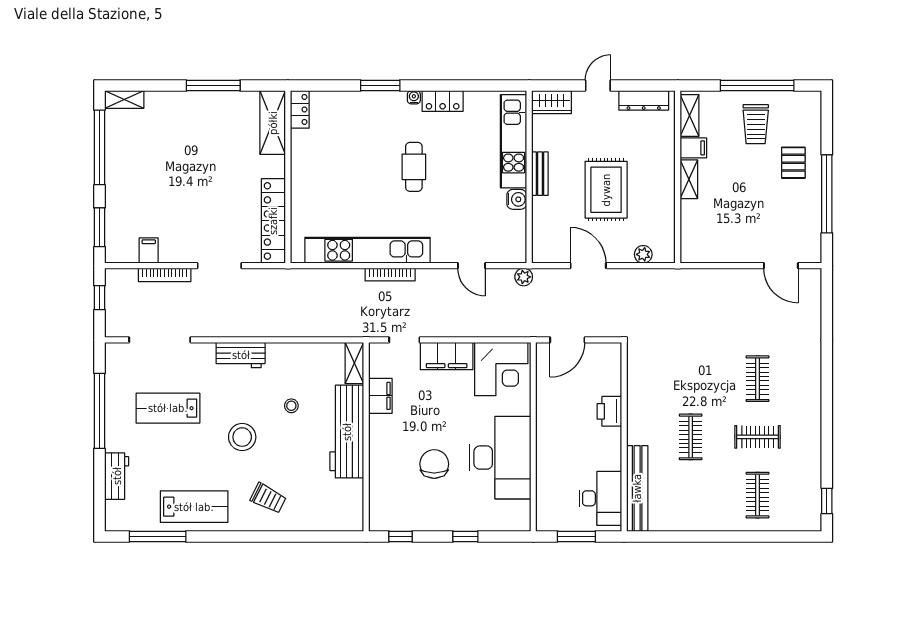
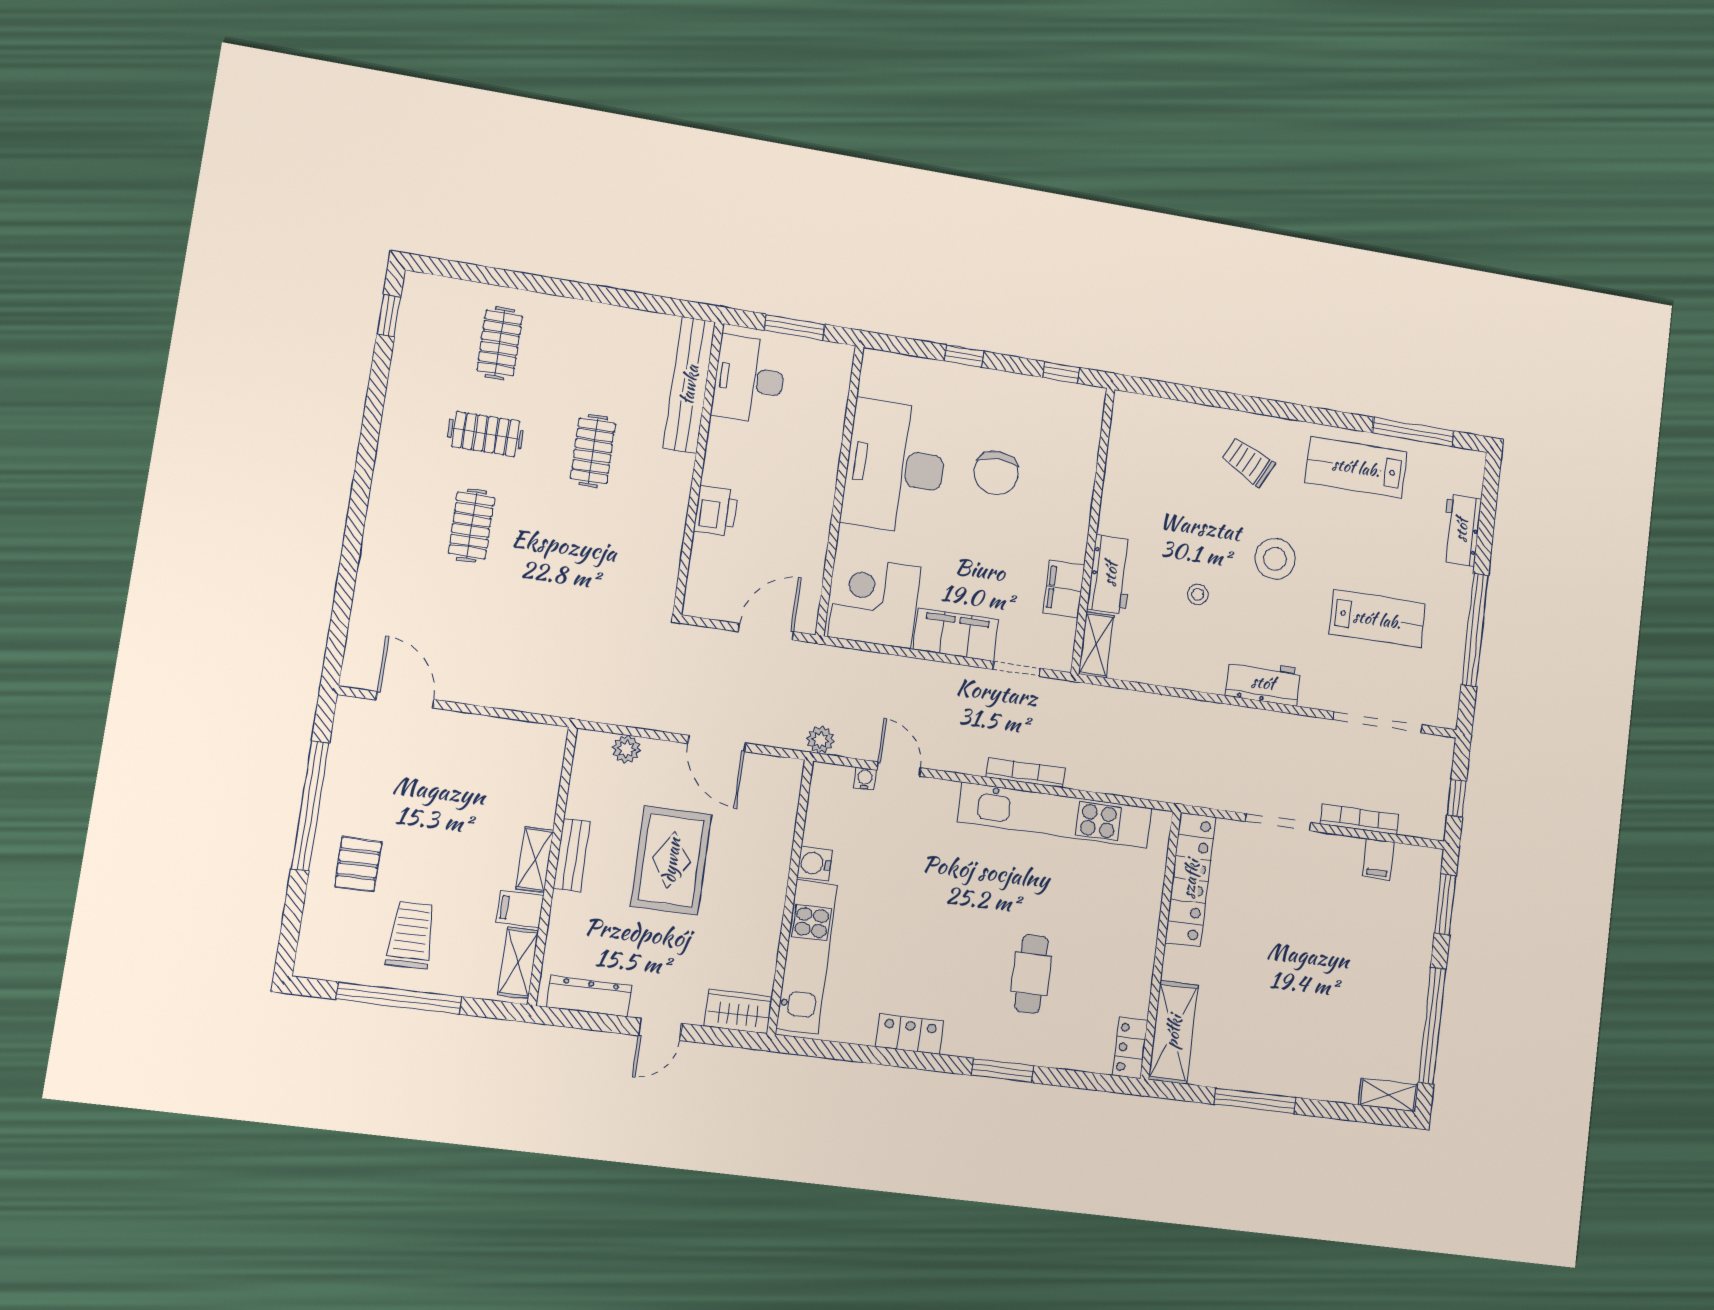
water cooler: (414, 97) -> (865, 779), moved, turned 180
cafe table: (414, 167) -> (1031, 974), moved
bench: (540, 174) -> (572, 855), moved
workbench: (347, 432) -> (1110, 574), width x0.53, depth x0.76

